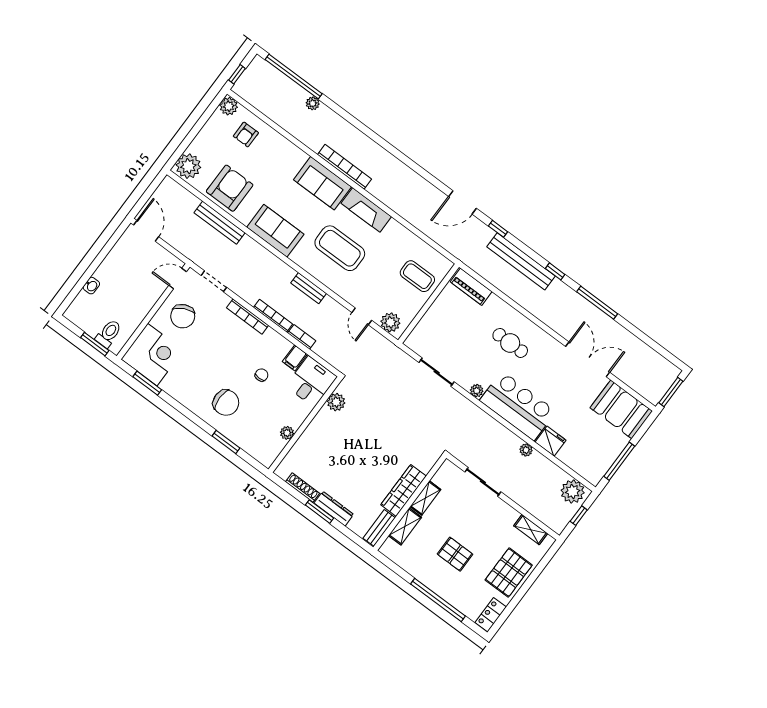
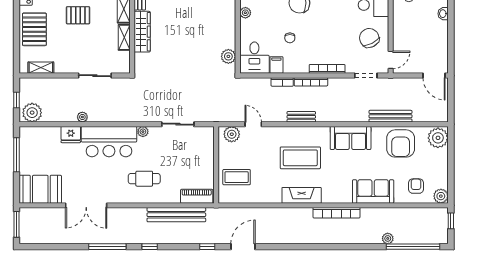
sofa: (323, 183) -> (373, 192), moved
bench: (521, 261) -> (176, 215), moved

